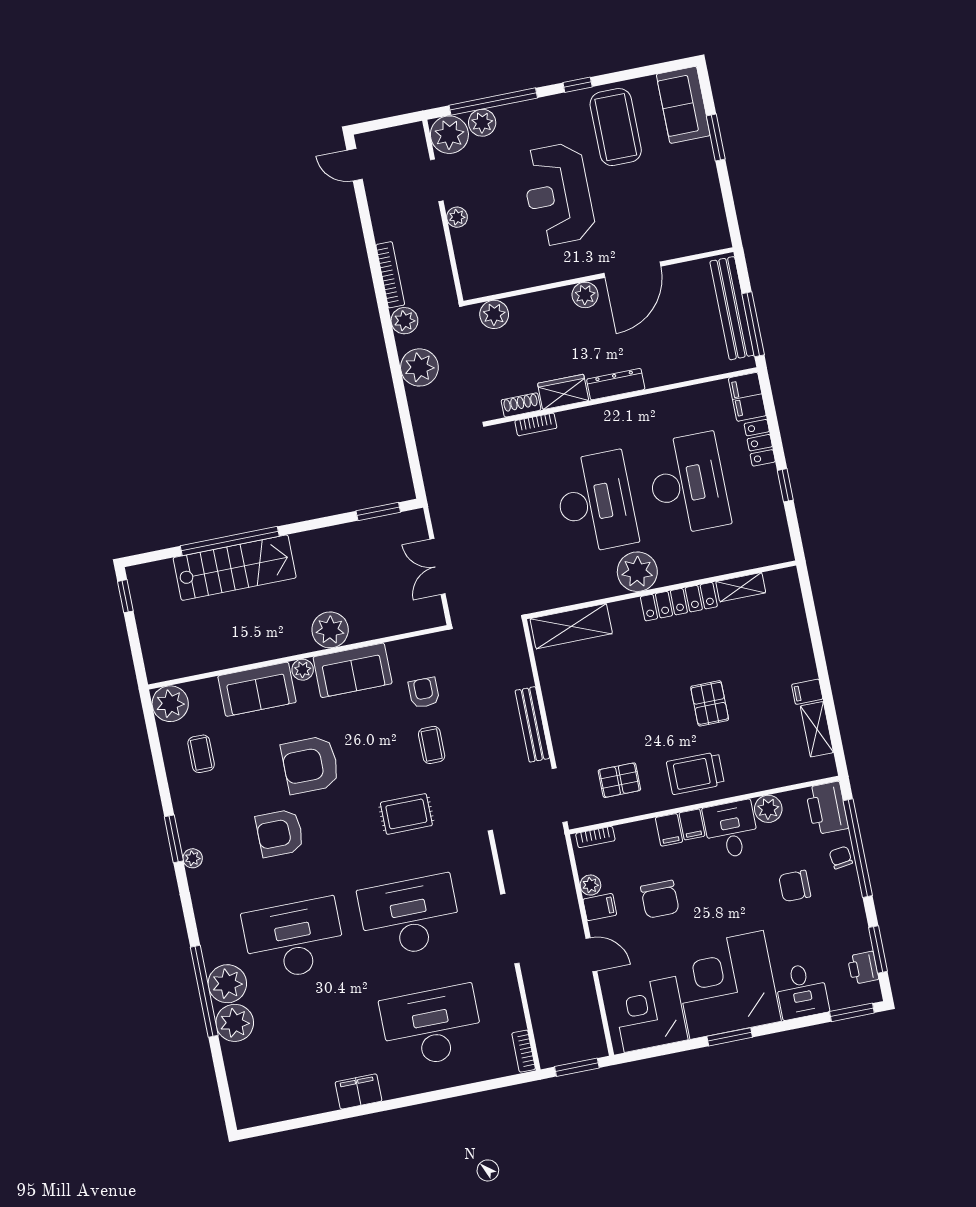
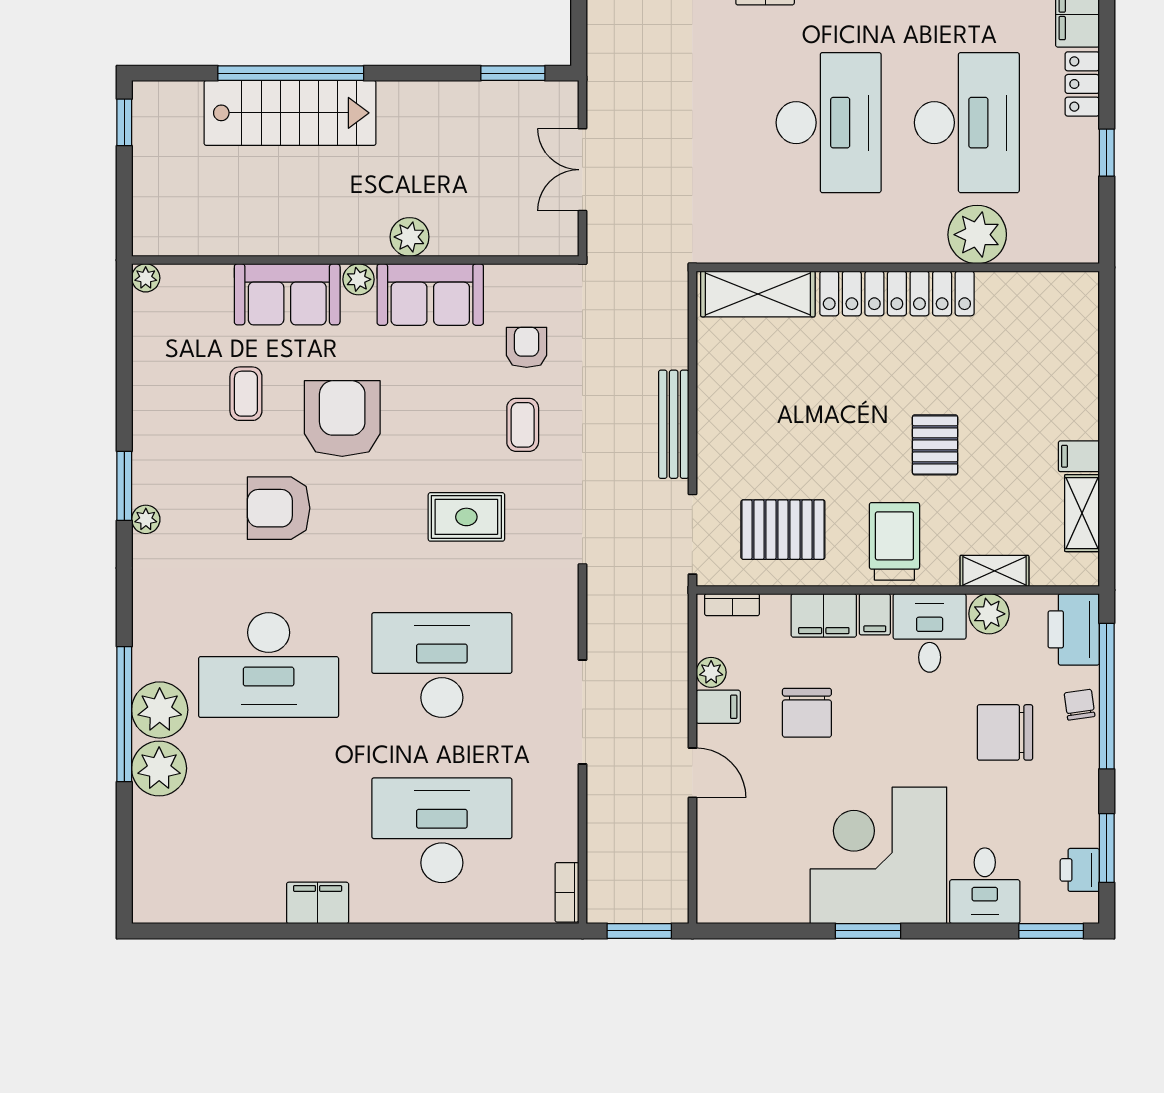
plant: (637, 572) -> (977, 235), moved
shelving: (741, 587) -> (994, 571), moved
locker: (679, 602) -> (897, 293), width x1.41, depth x1.21
plant: (330, 630) -> (410, 237), width x0.73, depth x0.73
plant: (170, 704) -> (146, 278), width x0.53, depth x0.53
coffee table: (201, 754) -> (246, 394), moved
armchair: (310, 765) -> (342, 419), turned 90
trolley: (695, 773) -> (894, 541), turned 90
pallet: (619, 780) -> (783, 530), width x1.50, depth x1.42
filing cabinet: (669, 830) -> (824, 615), width x2.00
chair: (795, 886) -> (1005, 732), width x1.37, depth x1.37
desk: (294, 939) -> (269, 665), turned 180
corner desk: (650, 1014) -> (760, 876), removed

